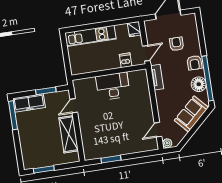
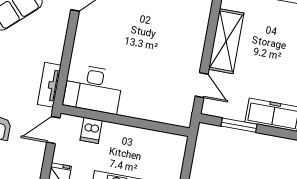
desk: (113, 86) -> (93, 89), moved
door: (74, 106) -> (202, 85), hinge flipped

